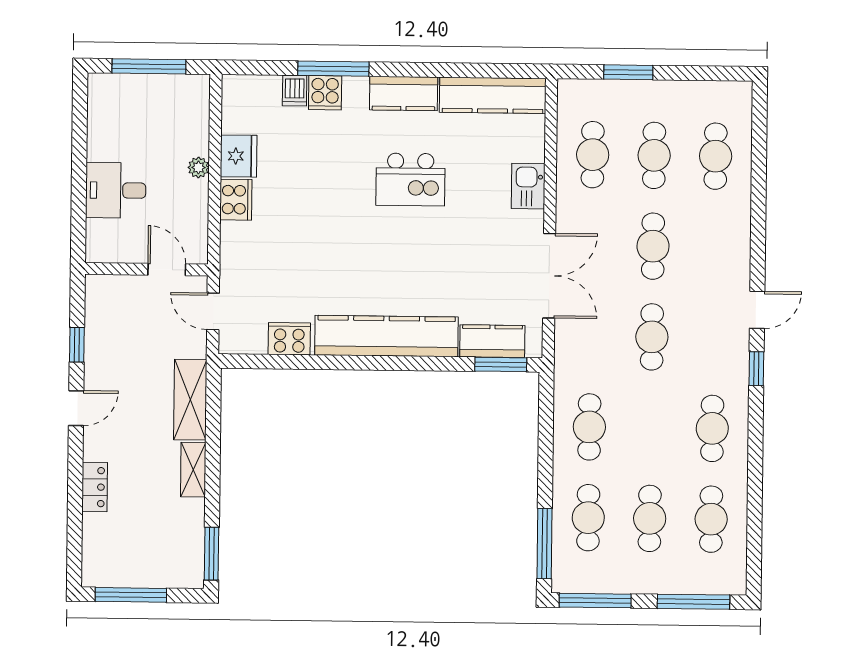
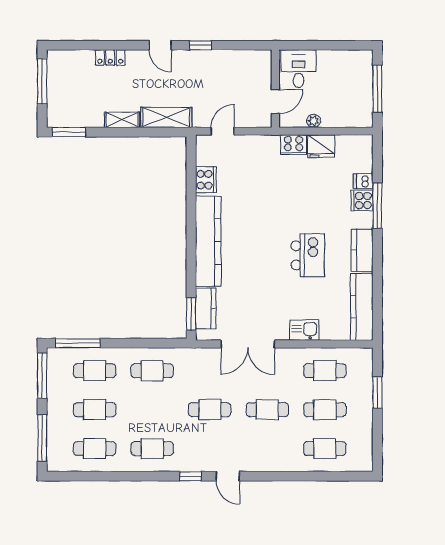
kitchen island: (410, 179) -> (308, 255), turned 180
wall: (146, 269) -> (275, 89), moved
door: (167, 269) -> (275, 102), moved

